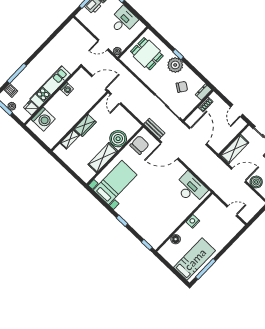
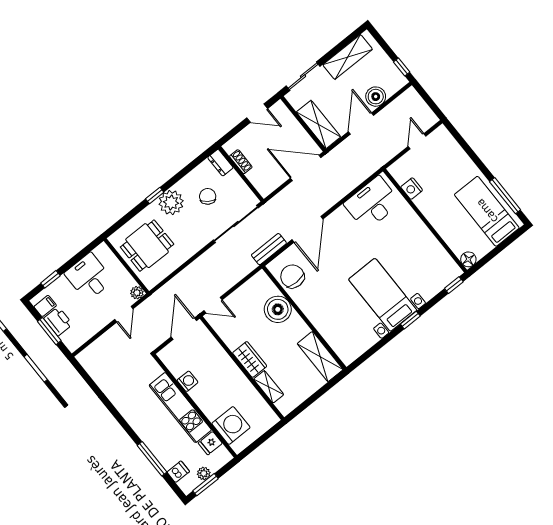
door: (198, 136) -> (306, 168), moved
shelving: (103, 158) -> (320, 357), moved
bed with nightstands: (115, 182) -> (383, 295), moved
nightstand: (193, 221) -> (412, 189), moved
floor lamp: (176, 239) -> (468, 259), moved

